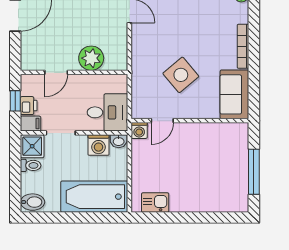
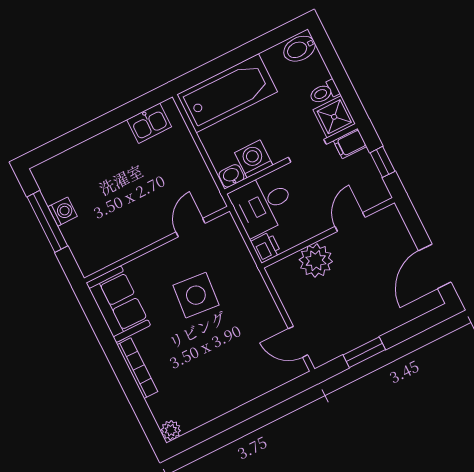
side table: (181, 75) -> (196, 295), turned 45
printer: (29, 106) -> (266, 247), moved, turned 180
washing machine: (139, 130) -> (63, 212), moved, turned 90

